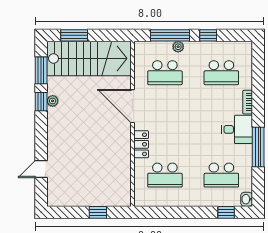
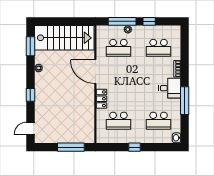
window: (74, 35) -> (54, 21), removed
window: (41, 102) -> (30, 95), moved
door: (41, 169) -> (30, 128), moved
window: (98, 212) -> (71, 147), width x2.17
window: (226, 212) -> (134, 147), moved

